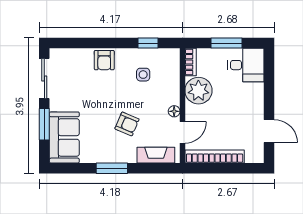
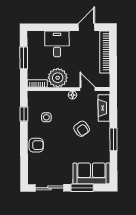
desk: (246, 65) -> (57, 44), moved
armchair: (127, 124) -> (82, 129), turned 122
bookcase: (215, 156) -> (105, 52), moved

